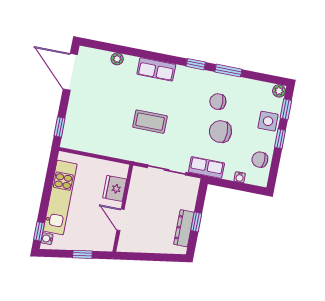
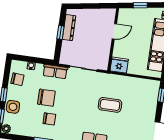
coffee table: (150, 122) -> (110, 105), moved
fridge: (115, 188) -> (119, 65), moved, turned -90
door: (121, 220) -> (114, 31), hinge flipped

